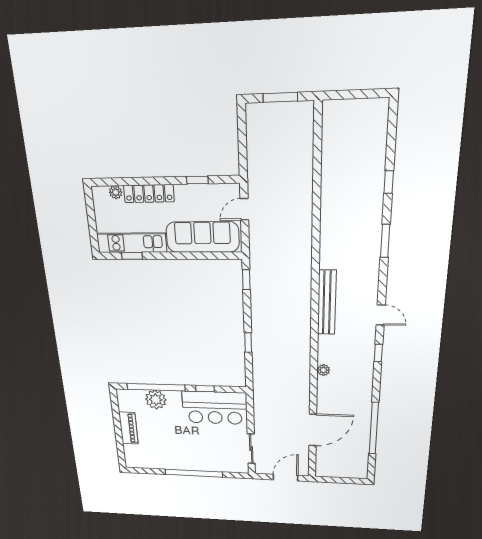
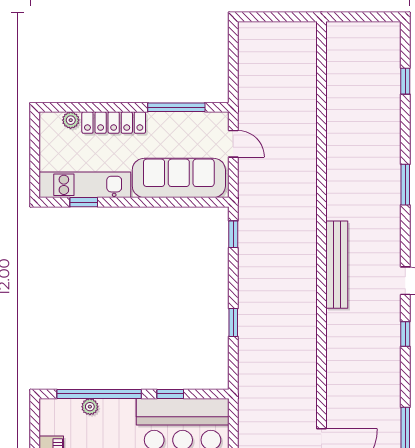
window: (280, 97) -> (278, 17), removed
window: (197, 180) -> (176, 107), width x2.17
window: (389, 182) -> (405, 81), moved
door: (244, 209) -> (233, 144), swing flipped
plant: (323, 370) -> (334, 361), removed
plant: (156, 400) -> (90, 407), width x0.53, depth x0.53

